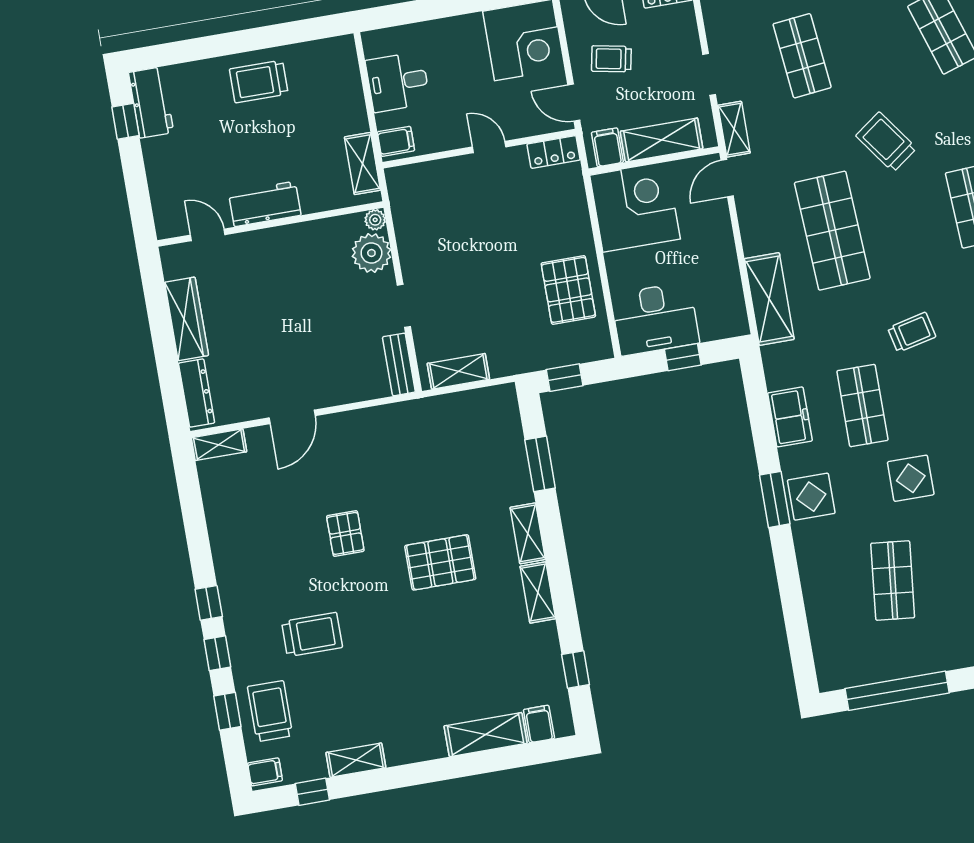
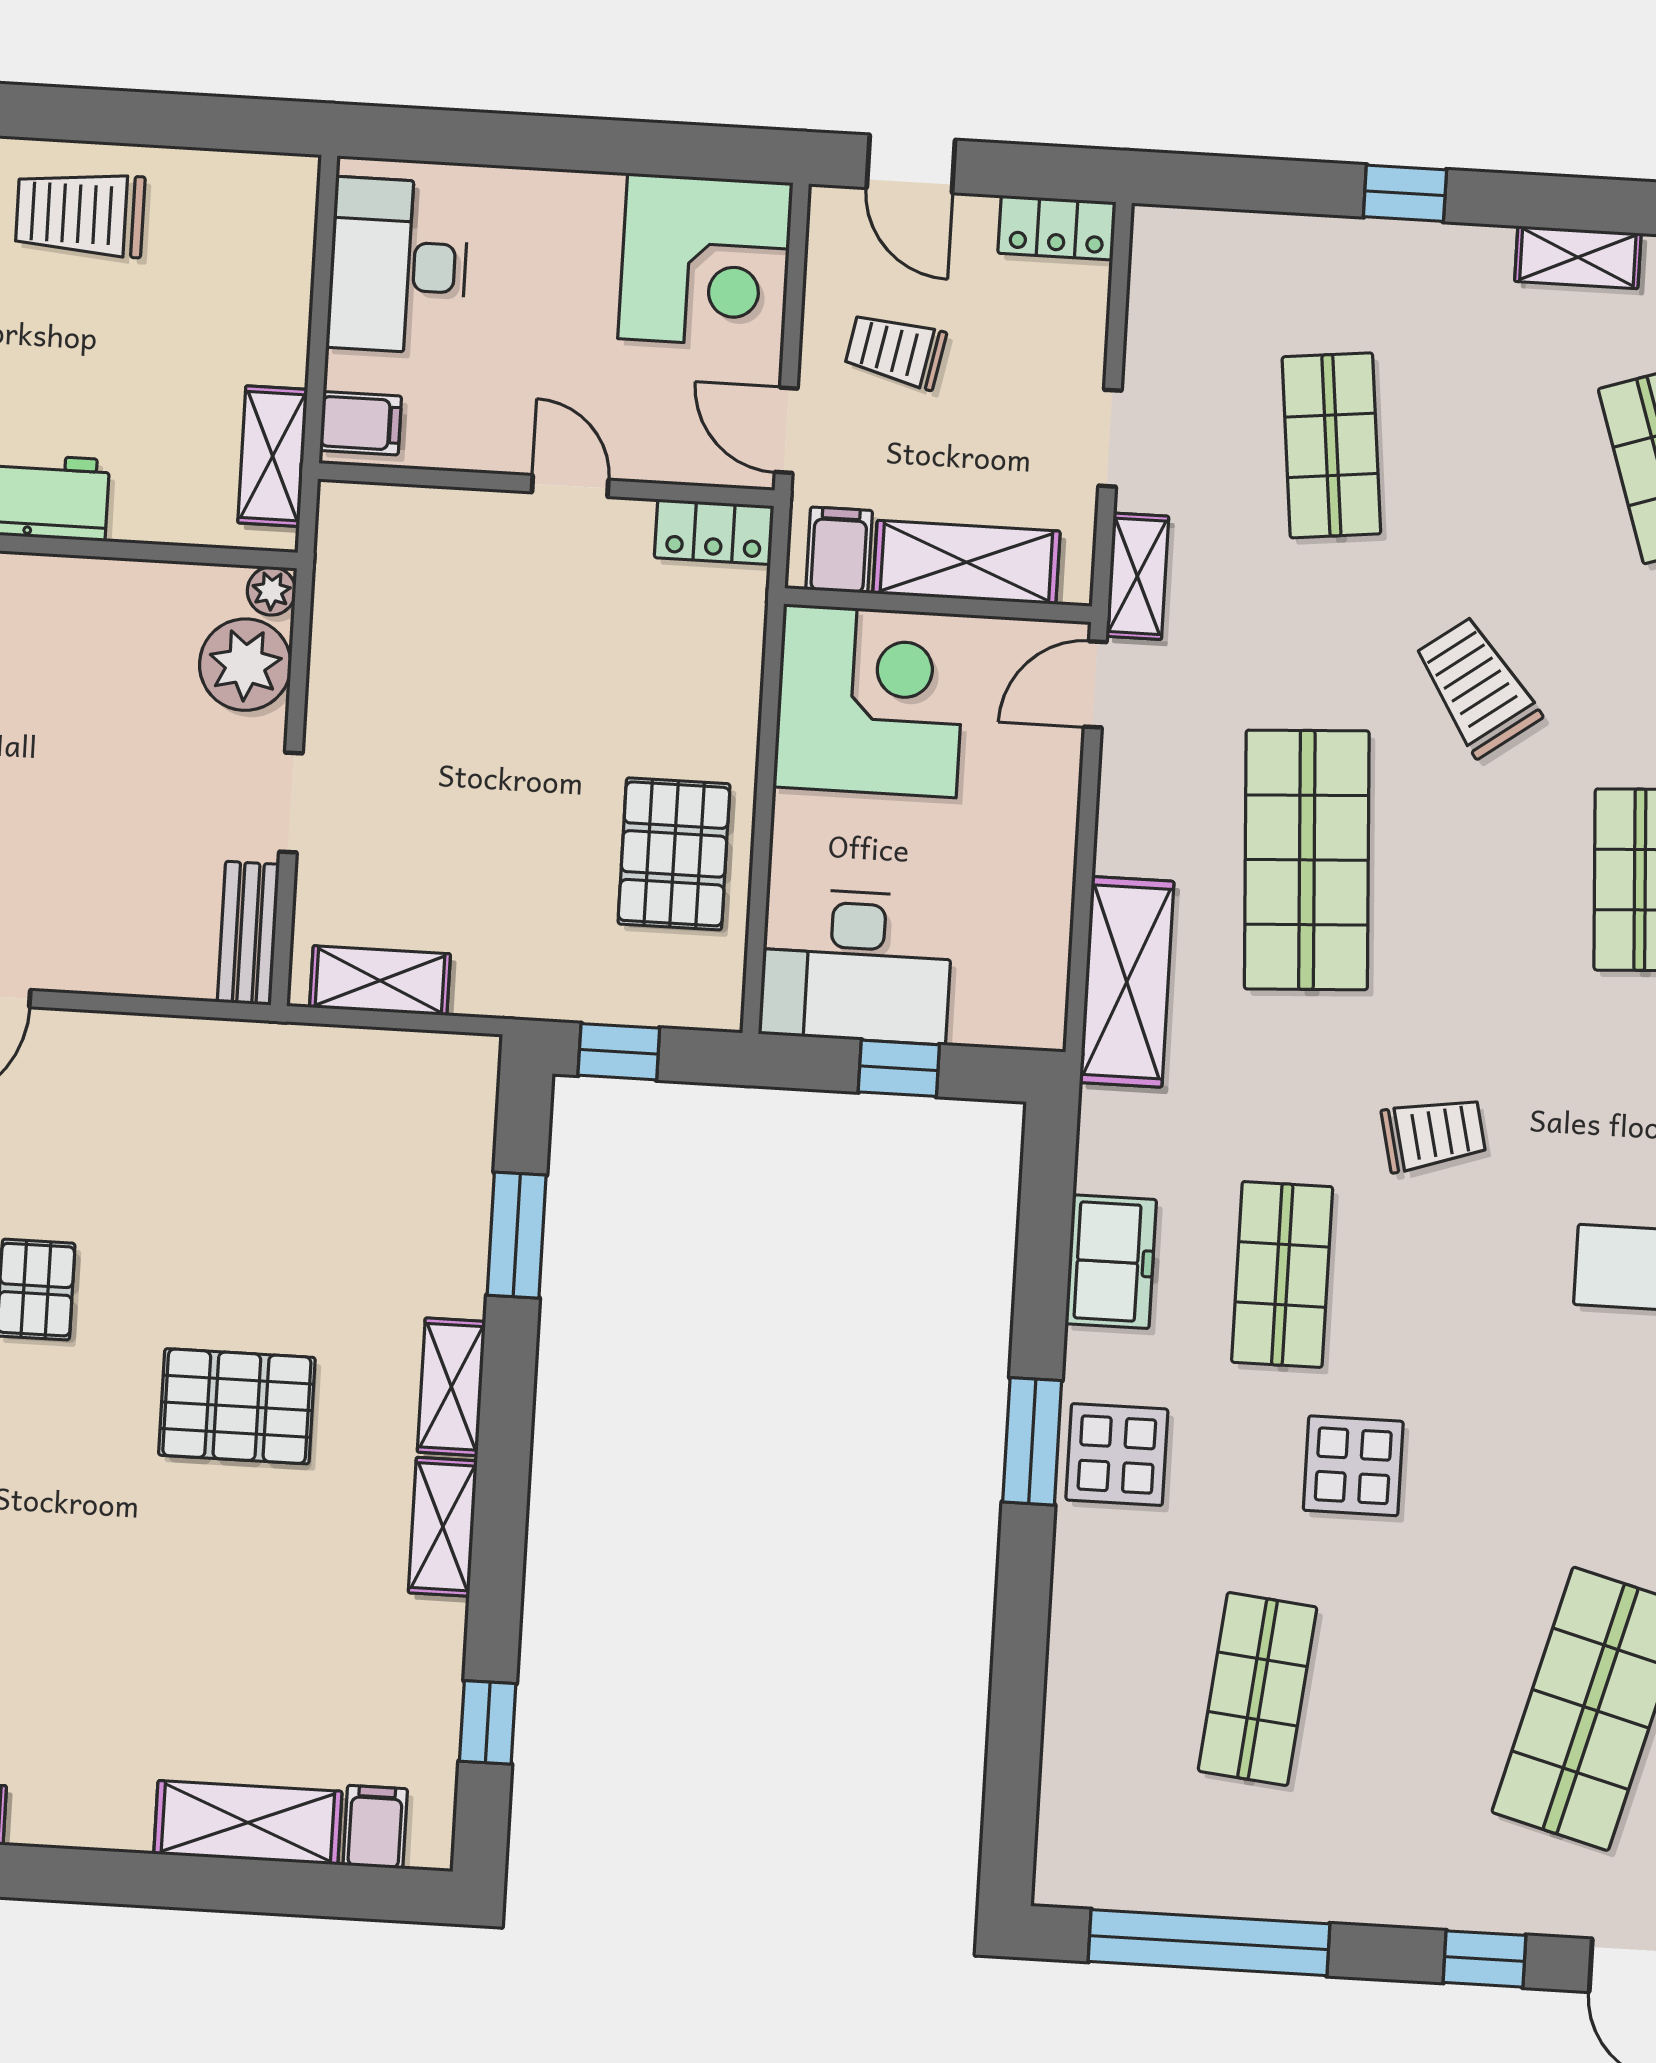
desk: (398, 82) -> (398, 266), width x1.37

